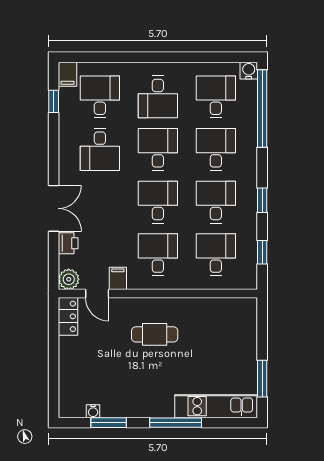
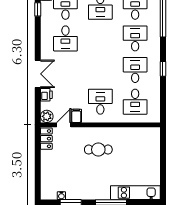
desk: (158, 150) -> (100, 38), removed
desk: (158, 202) -> (100, 70), removed
window: (262, 252) -> (163, 100), removed
desk: (216, 255) -> (135, 102), turned 180
door: (97, 293) -> (64, 125), swing flipped
window: (262, 379) -> (163, 176), removed

